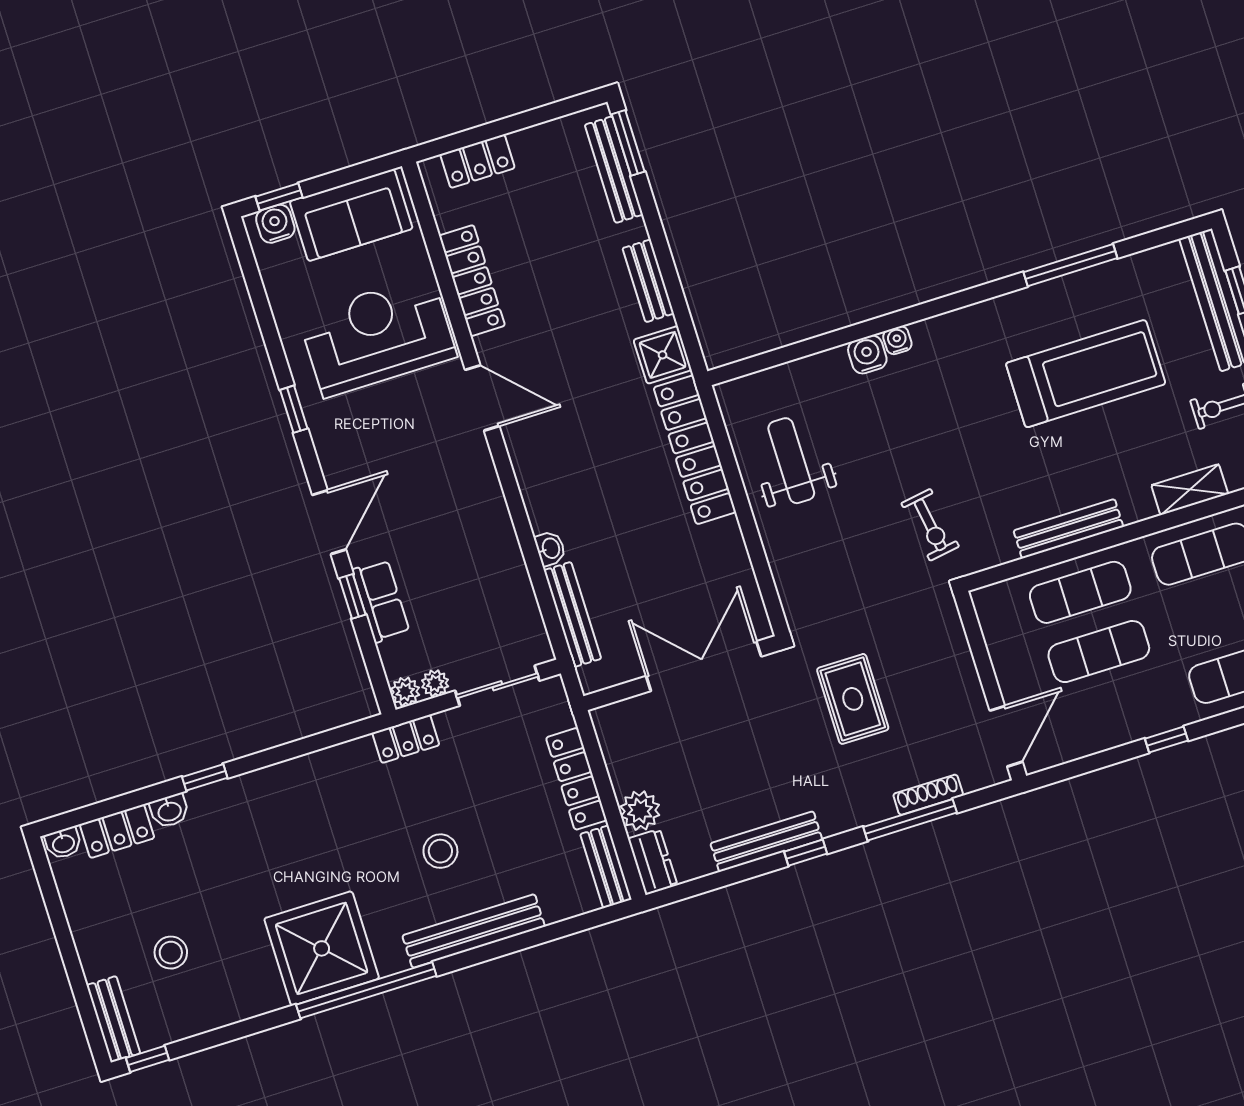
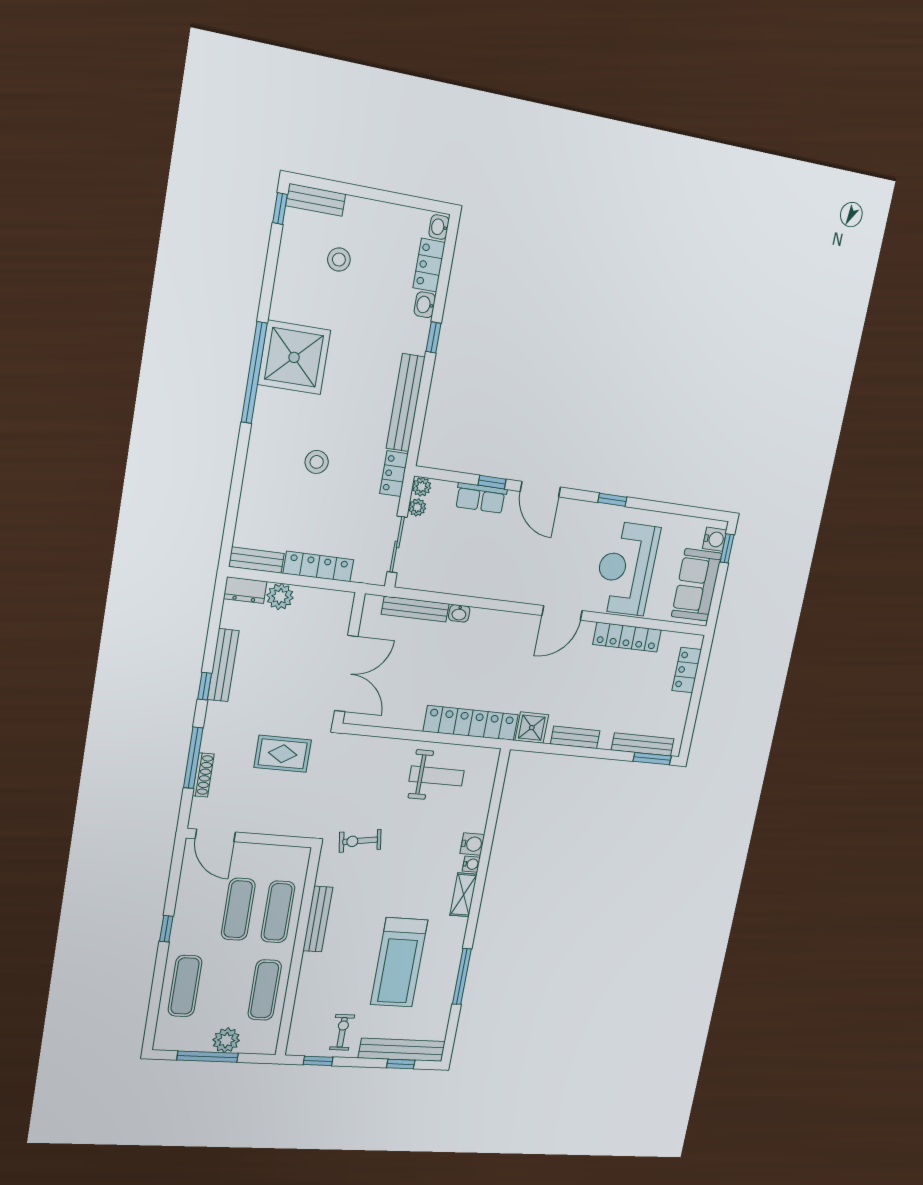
reception desk: (378, 336) -> (626, 568), turned 180
shelving: (1190, 490) -> (464, 895), moved
bench: (474, 931) -> (406, 403), moved

